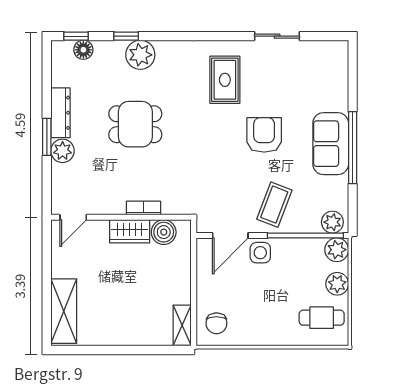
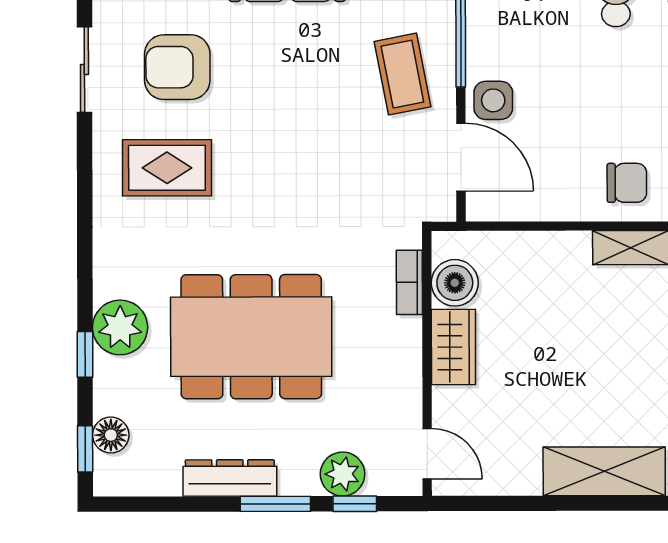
dining table: (135, 124) -> (251, 337), width x1.88, depth x1.24
armchair: (264, 135) -> (177, 67), moved
plant: (63, 151) -> (343, 474), moved
window: (47, 179) -> (355, 504), added
coffee table: (274, 205) -> (402, 74), turned 58
bookcase: (143, 208) -> (409, 282), moved

